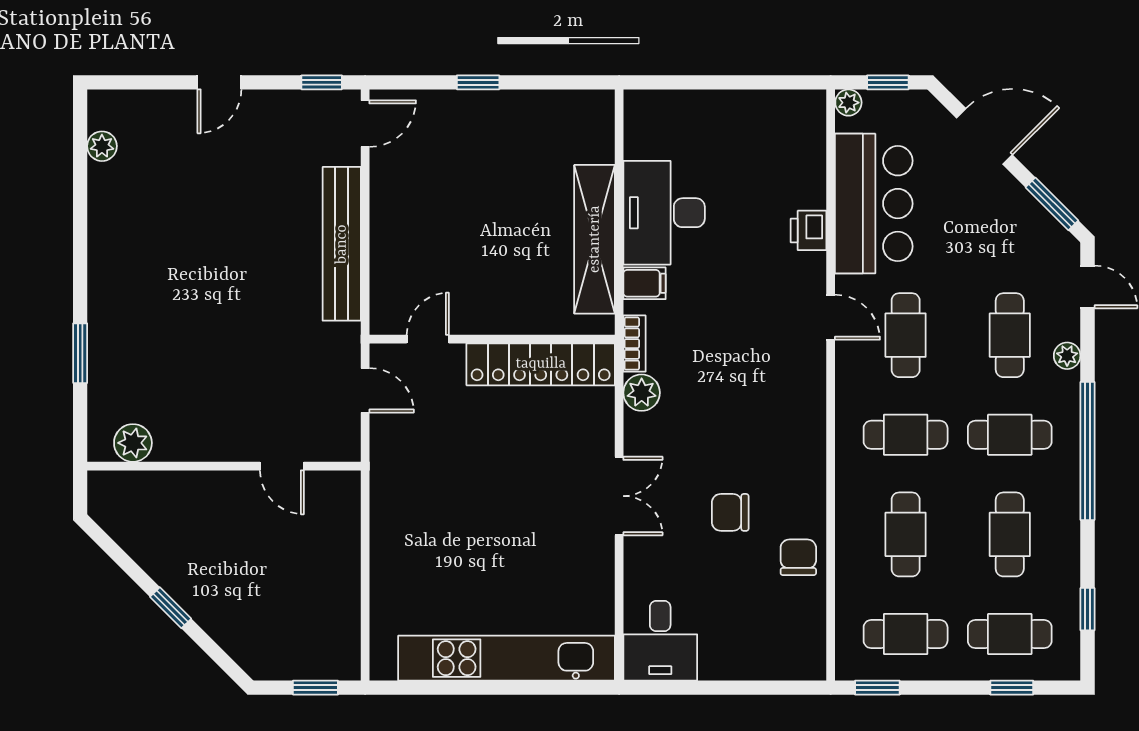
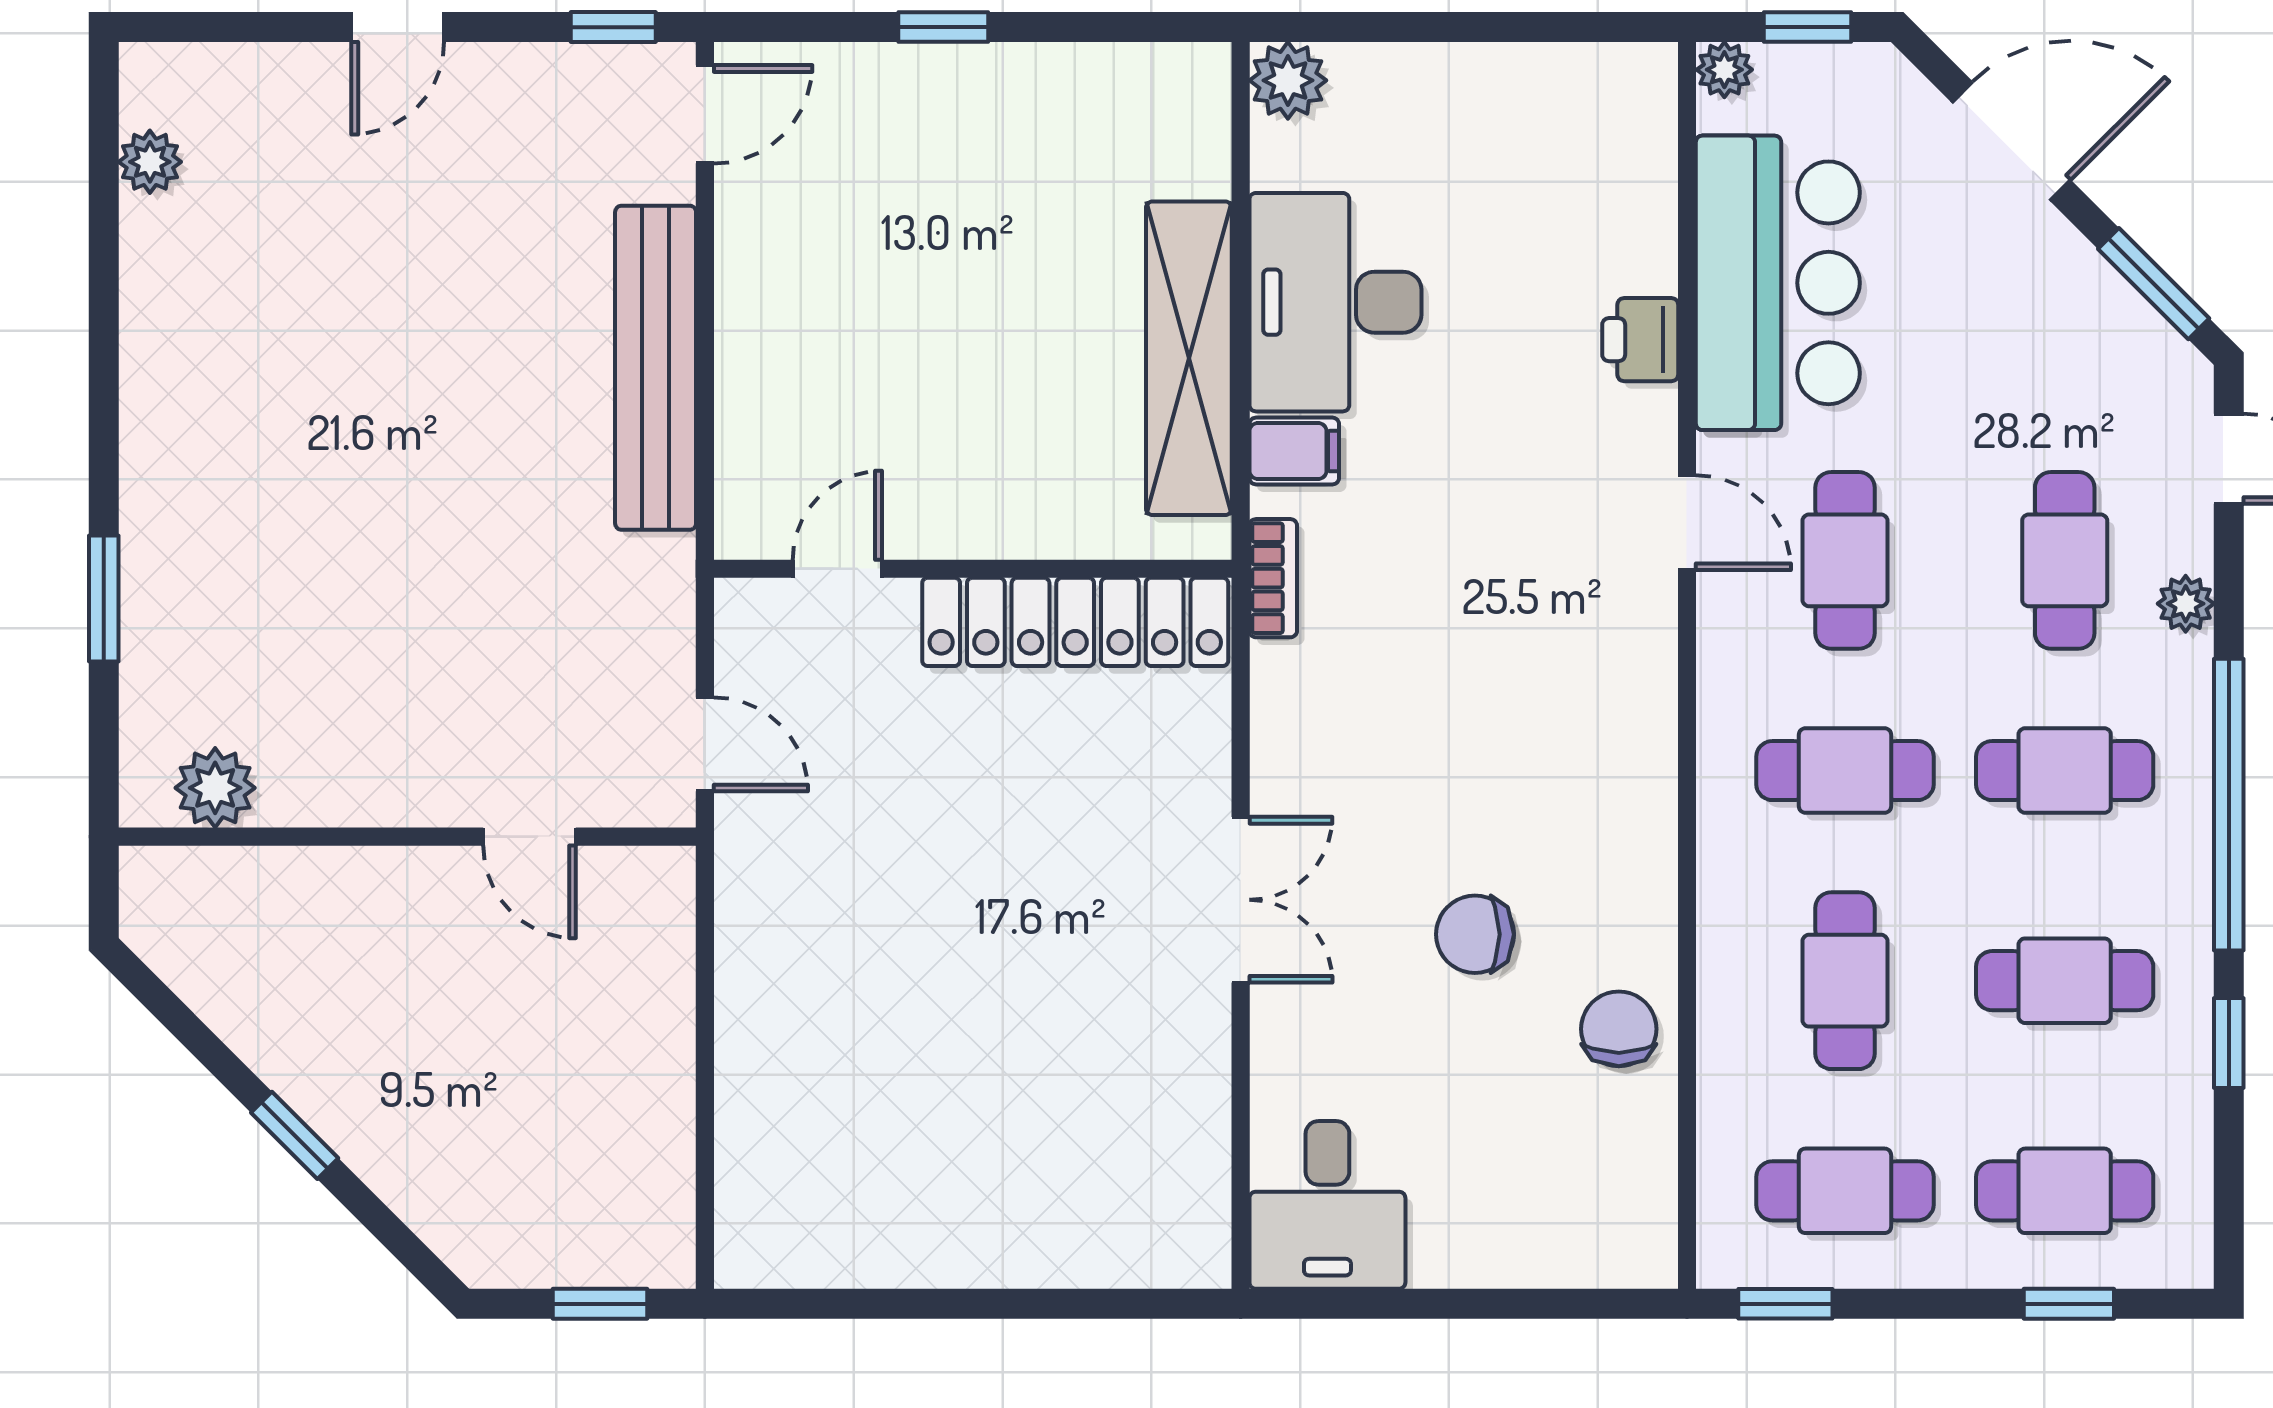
door: (365, 390) -> (705, 744), moved
plant: (642, 393) -> (1288, 80), moved
cafe table: (1010, 534) -> (2065, 981), turned 90
window: (1087, 609) -> (2229, 1043), moved
kitchen unit: (506, 658) -> (1003, 1242), removed

